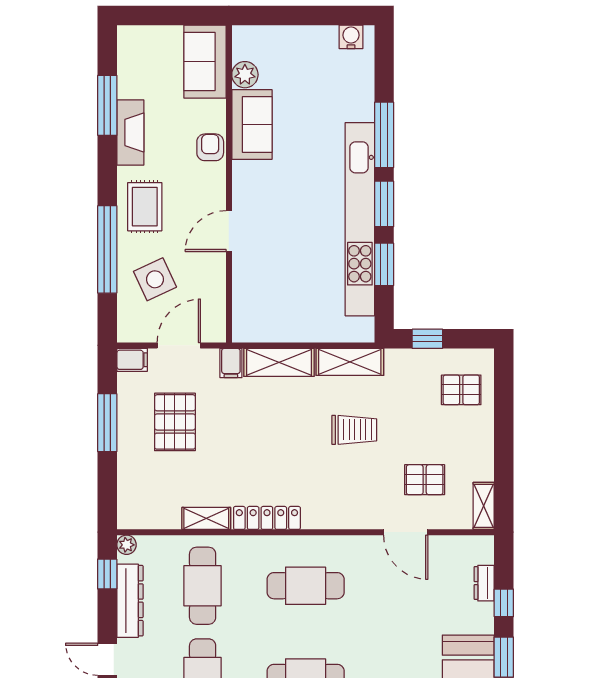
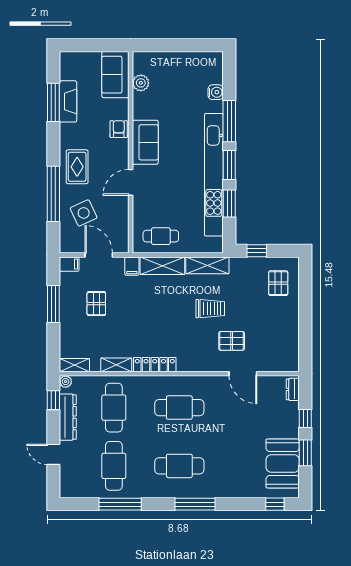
water cooler: (351, 37) -> (216, 92), moved, turned 90
sofa: (252, 124) -> (145, 142), moved
fireplace: (130, 132) -> (68, 101), moved
cafe table: (277, 316) -> (161, 236), added
door: (179, 345) -> (99, 255), hinge flipped
pallet: (461, 390) -> (278, 283), turned 90
pallet: (175, 422) -> (96, 304), width x0.67, depth x0.71
pallet: (425, 480) -> (232, 341), moved
shelving: (484, 506) -> (75, 365), moved, turned 90
dresser: (484, 583) -> (293, 389), moved

